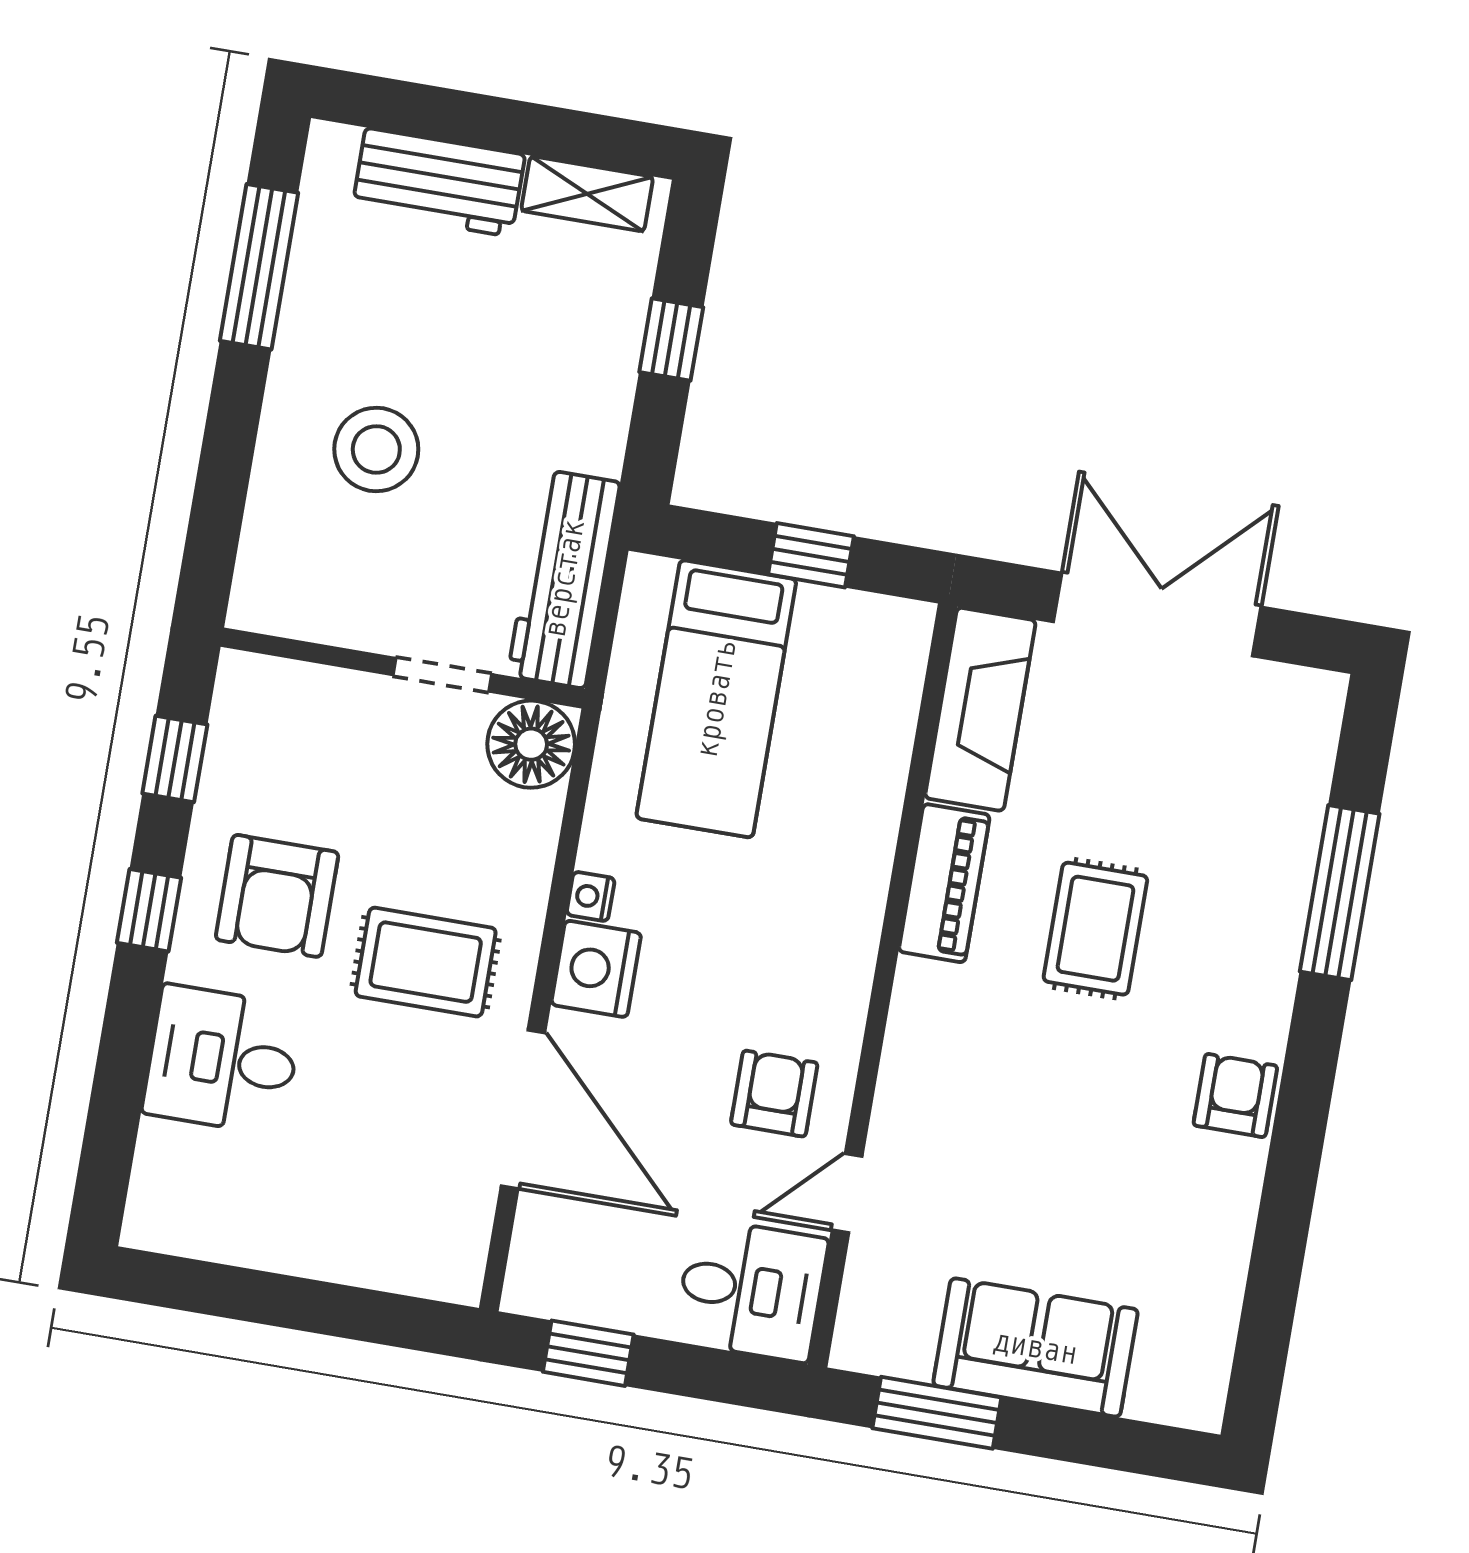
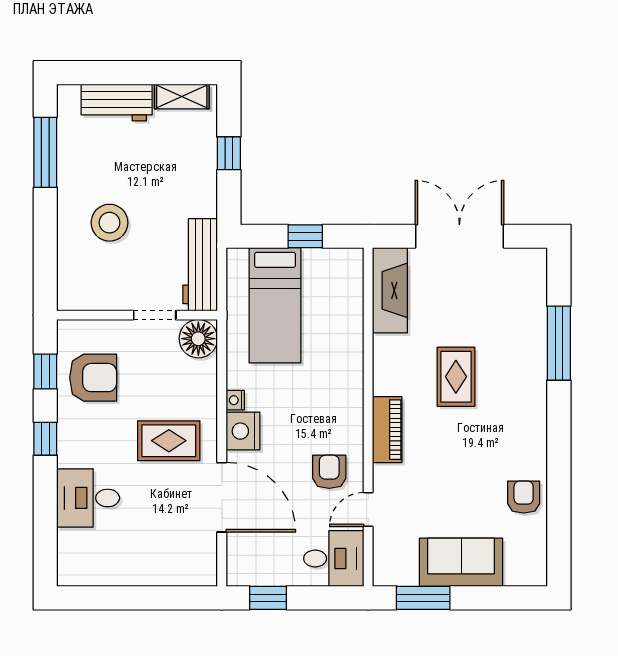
piano: (944, 883) -> (387, 430), moved
armchair: (277, 896) -> (93, 378), moved, turned -90
armchair: (1235, 1096) -> (524, 497), moved

